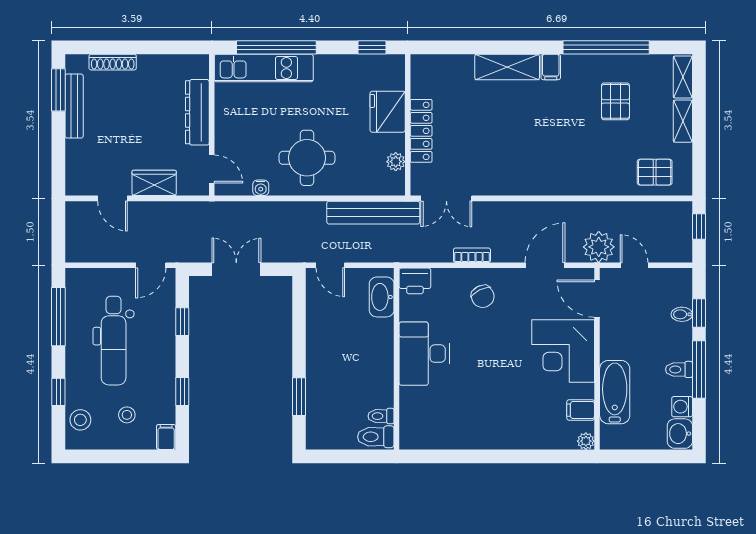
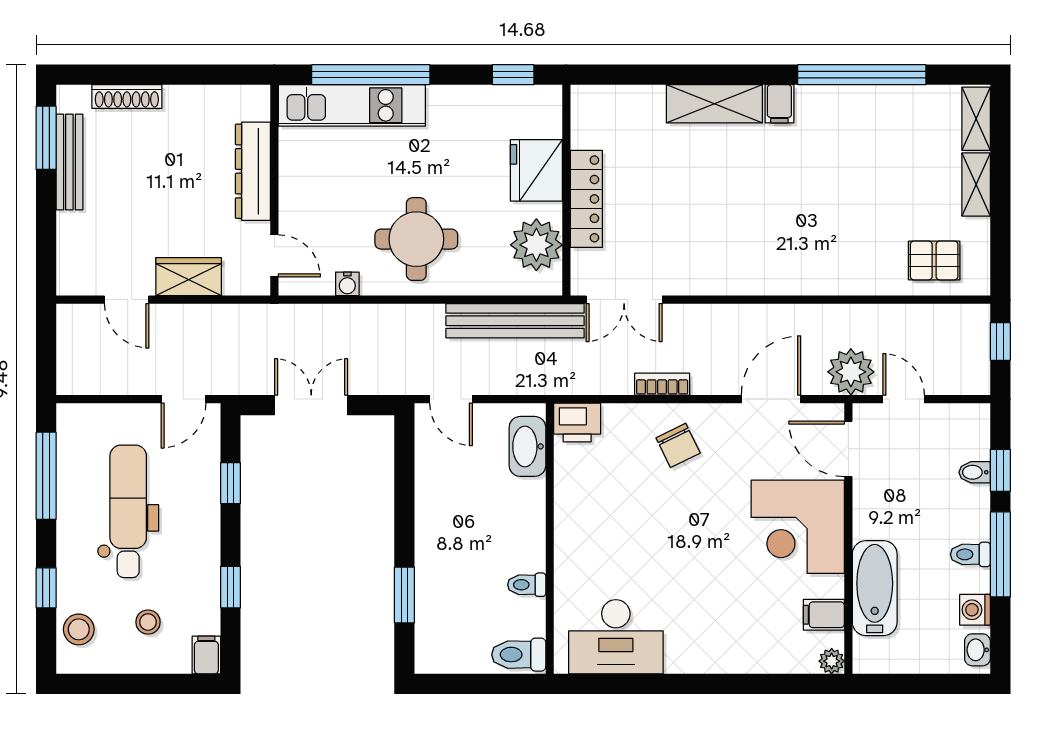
pallet: (615, 101) -> (876, 155), removed
plant: (396, 162) -> (536, 245), width x1.87, depth x1.87
dental chair: (114, 341) -> (128, 511), turned 180
desk: (424, 354) -> (616, 637), moved, turned -90
toilet: (381, 416) -> (527, 585), moved
washbasin: (680, 434) -> (977, 650), width x0.72, depth x0.69

